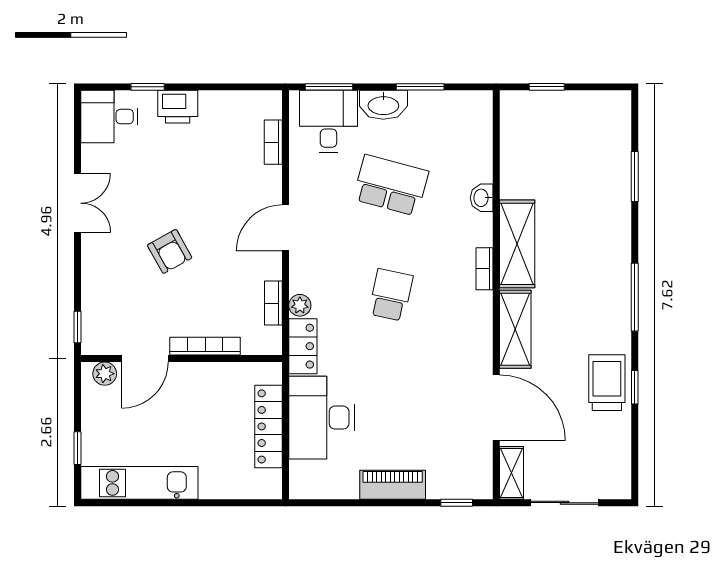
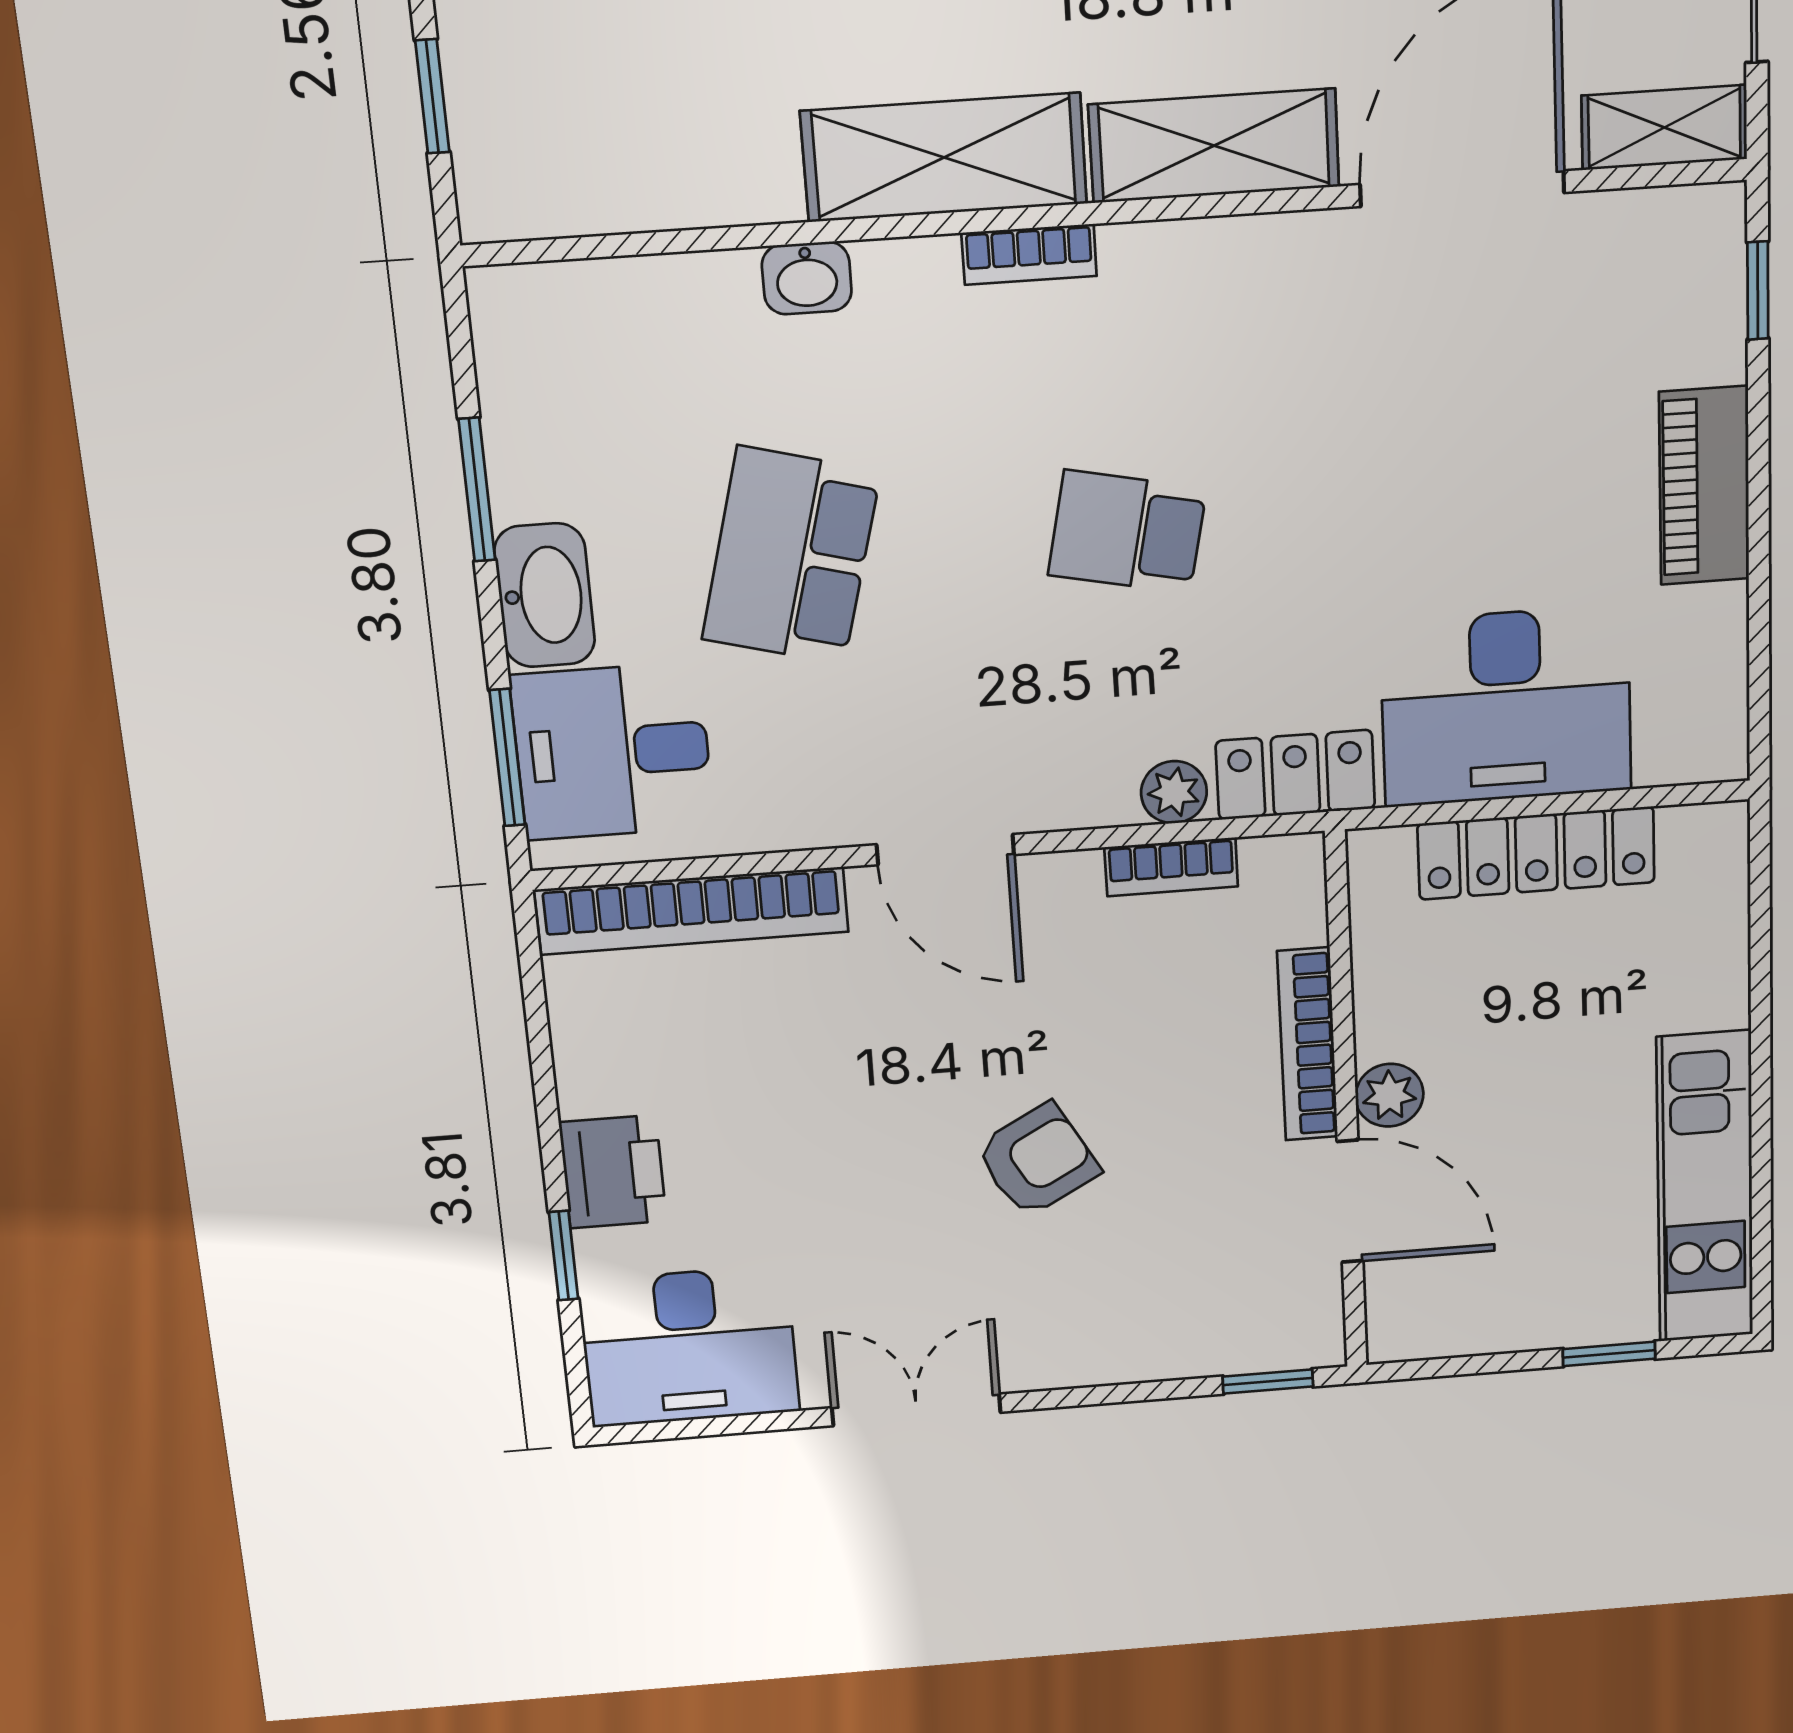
desk: (109, 117) -> (689, 1346), width x1.37
bookcase: (273, 142) -> (692, 911), width x2.31, depth x1.31
plant: (105, 374) -> (1389, 1095), moved

